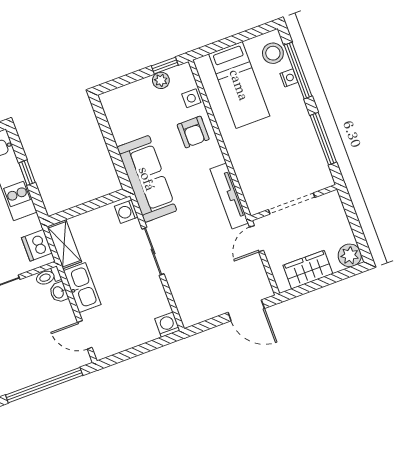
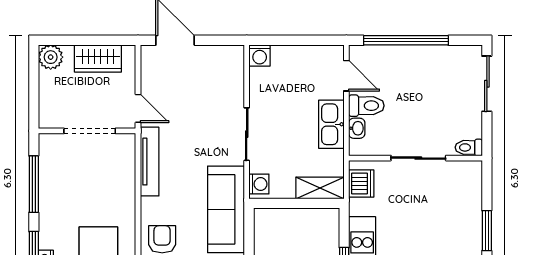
door: (257, 239) -> (138, 108), hinge flipped
shelving: (64, 244) -> (320, 188), moved, turned 90
toilet: (48, 277) -> (366, 106), moved, width x1.37, depth x1.39

